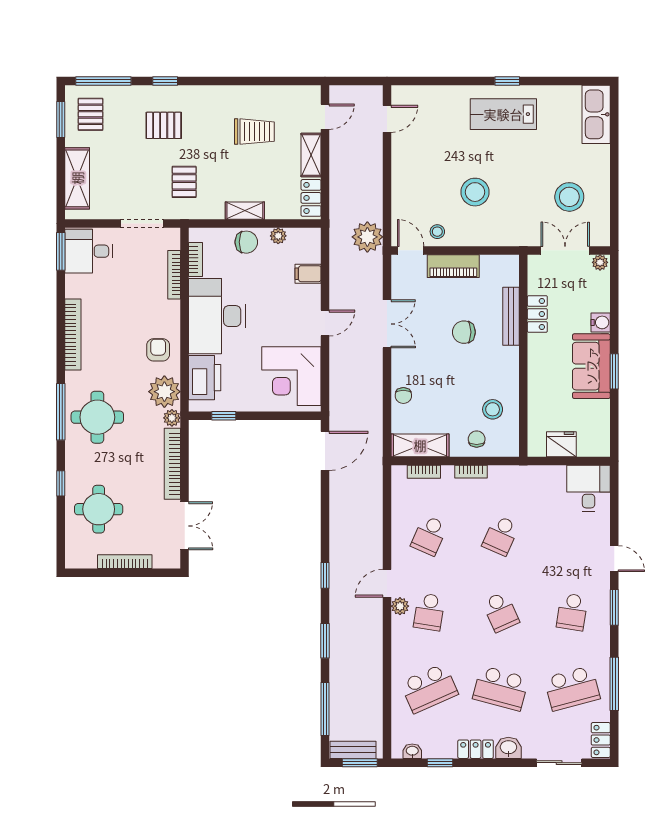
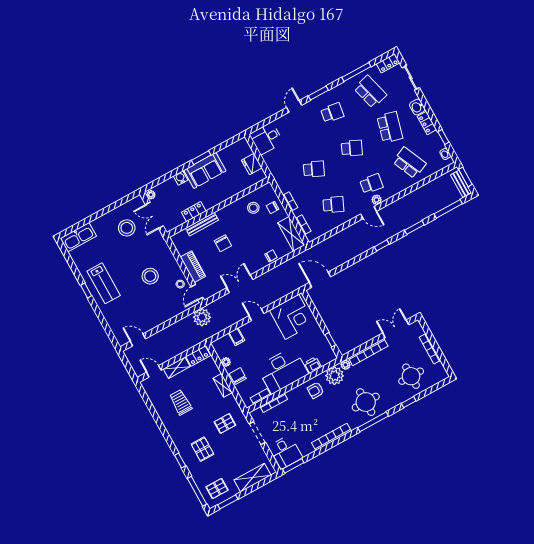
printer: (205, 378) -> (313, 365), width x0.53, depth x0.68
school desk: (501, 612) -> (352, 148), turned 48

